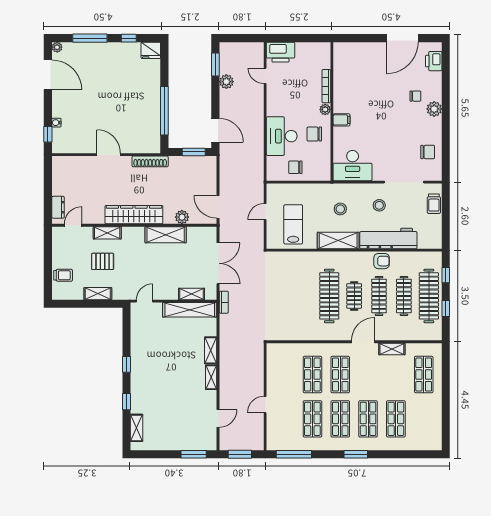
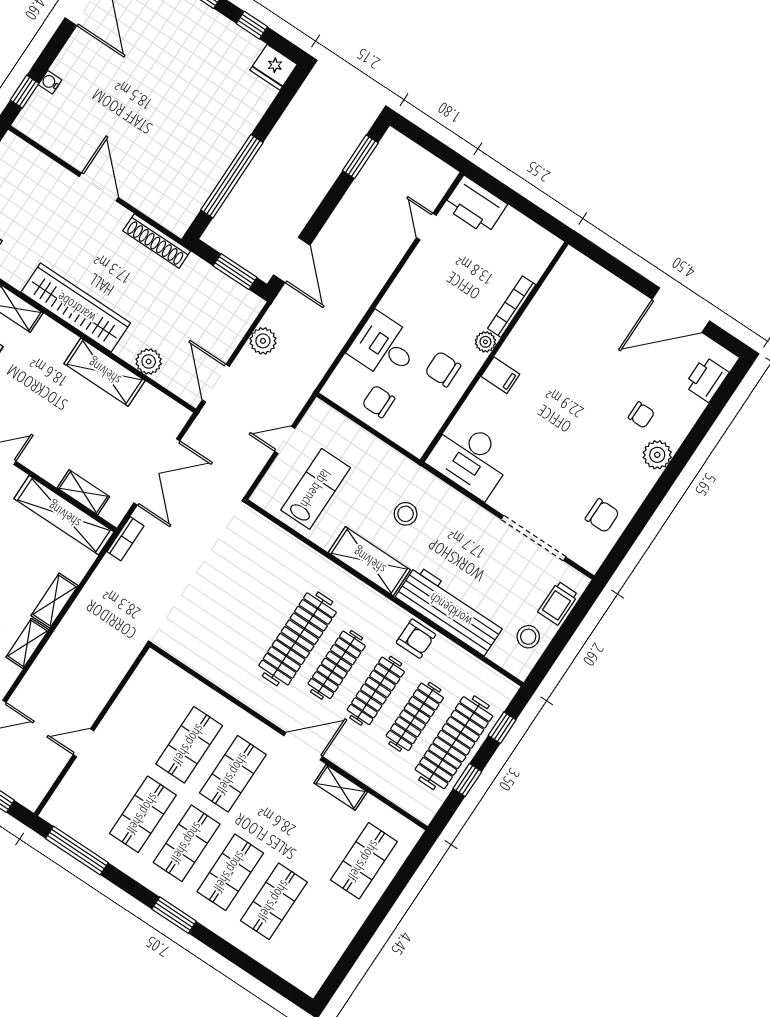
plant: (226, 82) -> (263, 341), moved
desk: (282, 136) -> (384, 347), width x0.73
stool: (379, 205) -> (528, 637), moved
clothes rail: (354, 296) -> (337, 665), width x1.36

